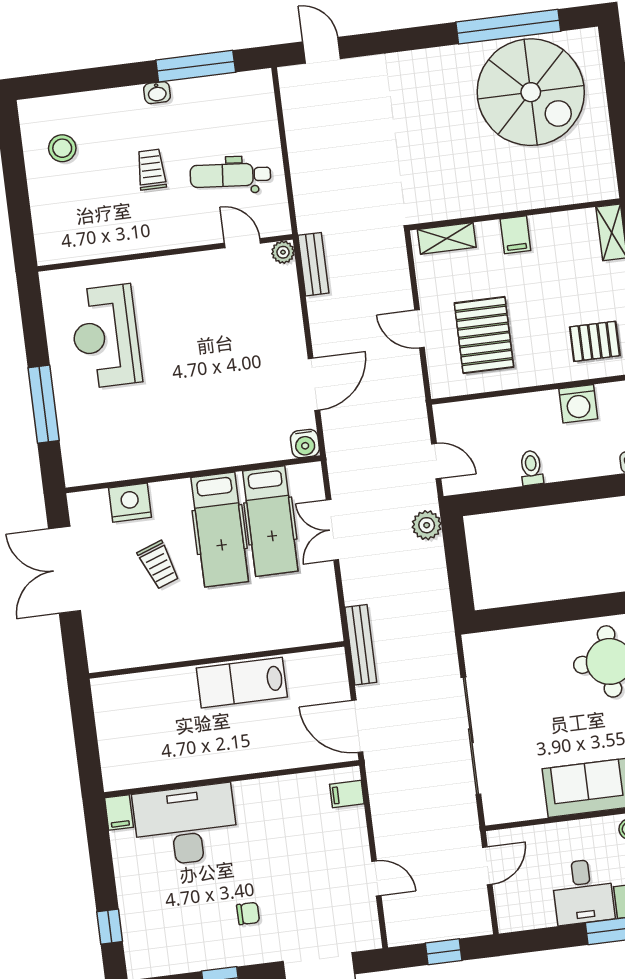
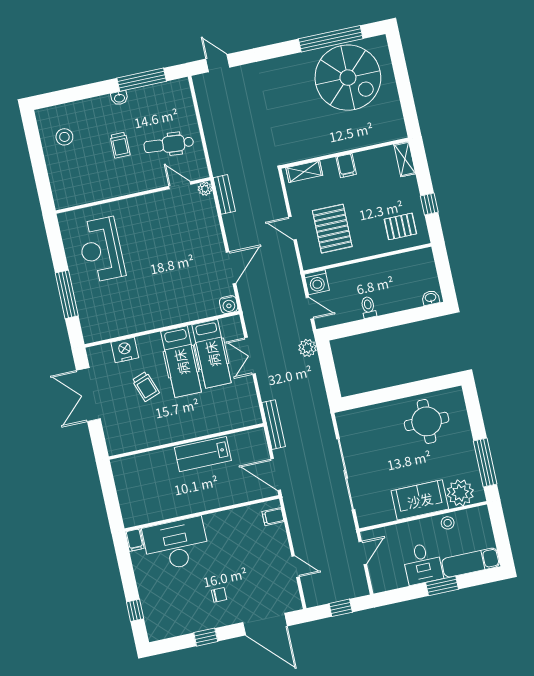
trolley: (151, 170) -> (120, 145), turned 180
washing machine: (578, 404) -> (317, 282), moved

